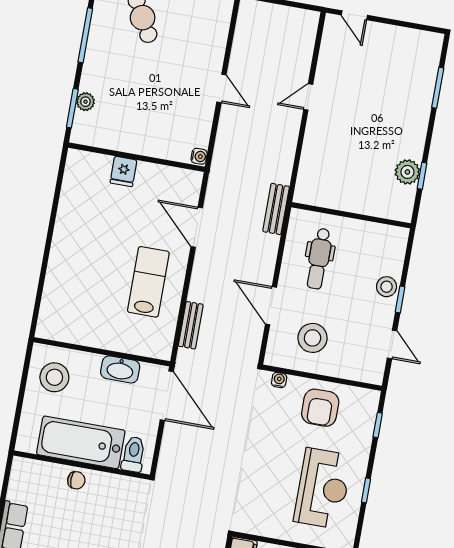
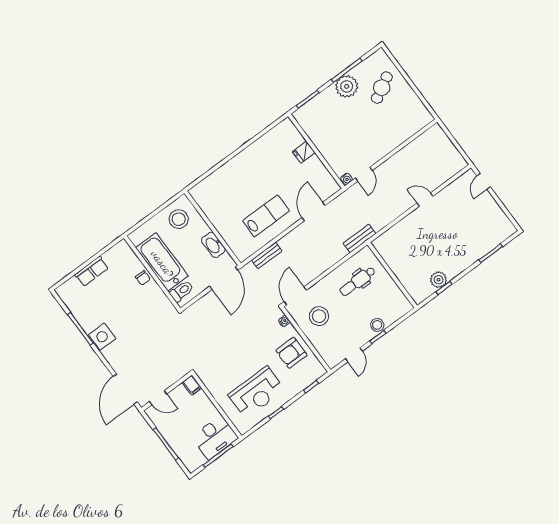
door: (221, 88) -> (364, 174), moved
plant: (85, 102) -> (347, 86), moved, width x1.87, depth x1.87
door: (271, 306) -> (295, 296), moved

